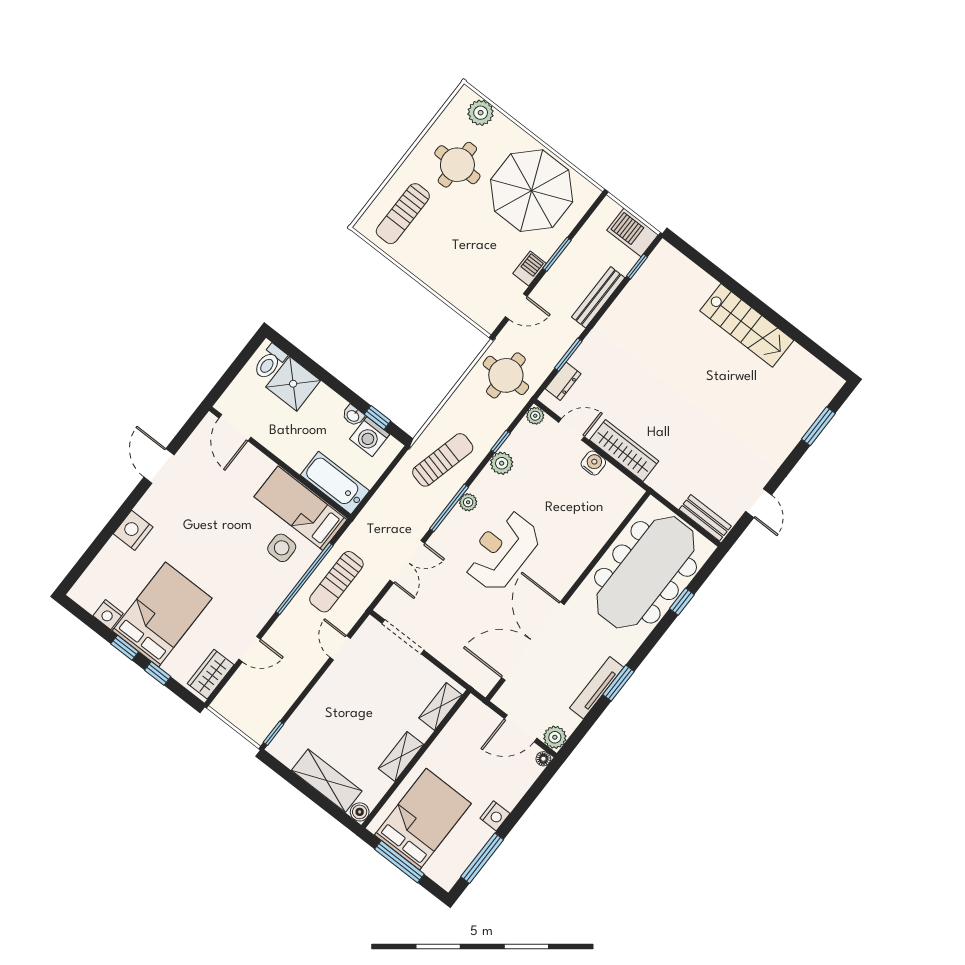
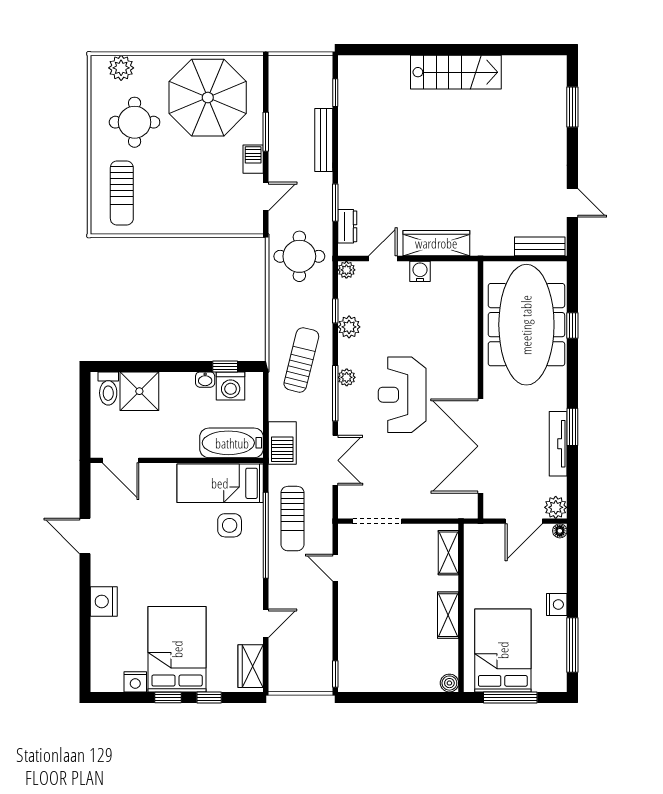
barbecue: (633, 232) -> (282, 443), moved, turned -90
shelving: (327, 781) -> (405, 679), removed

